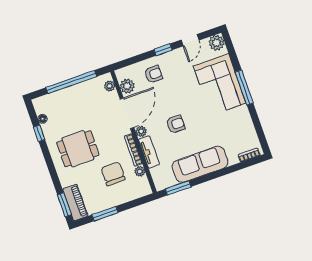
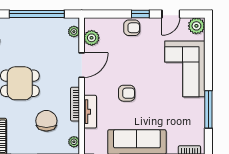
armchair: (153, 74) -> (132, 28), moved
window: (244, 87) -> (208, 109), moved
door: (127, 113) -> (82, 65), width x0.73
plant: (141, 131) -> (89, 88), removed
plant: (140, 171) -> (74, 142), moved

